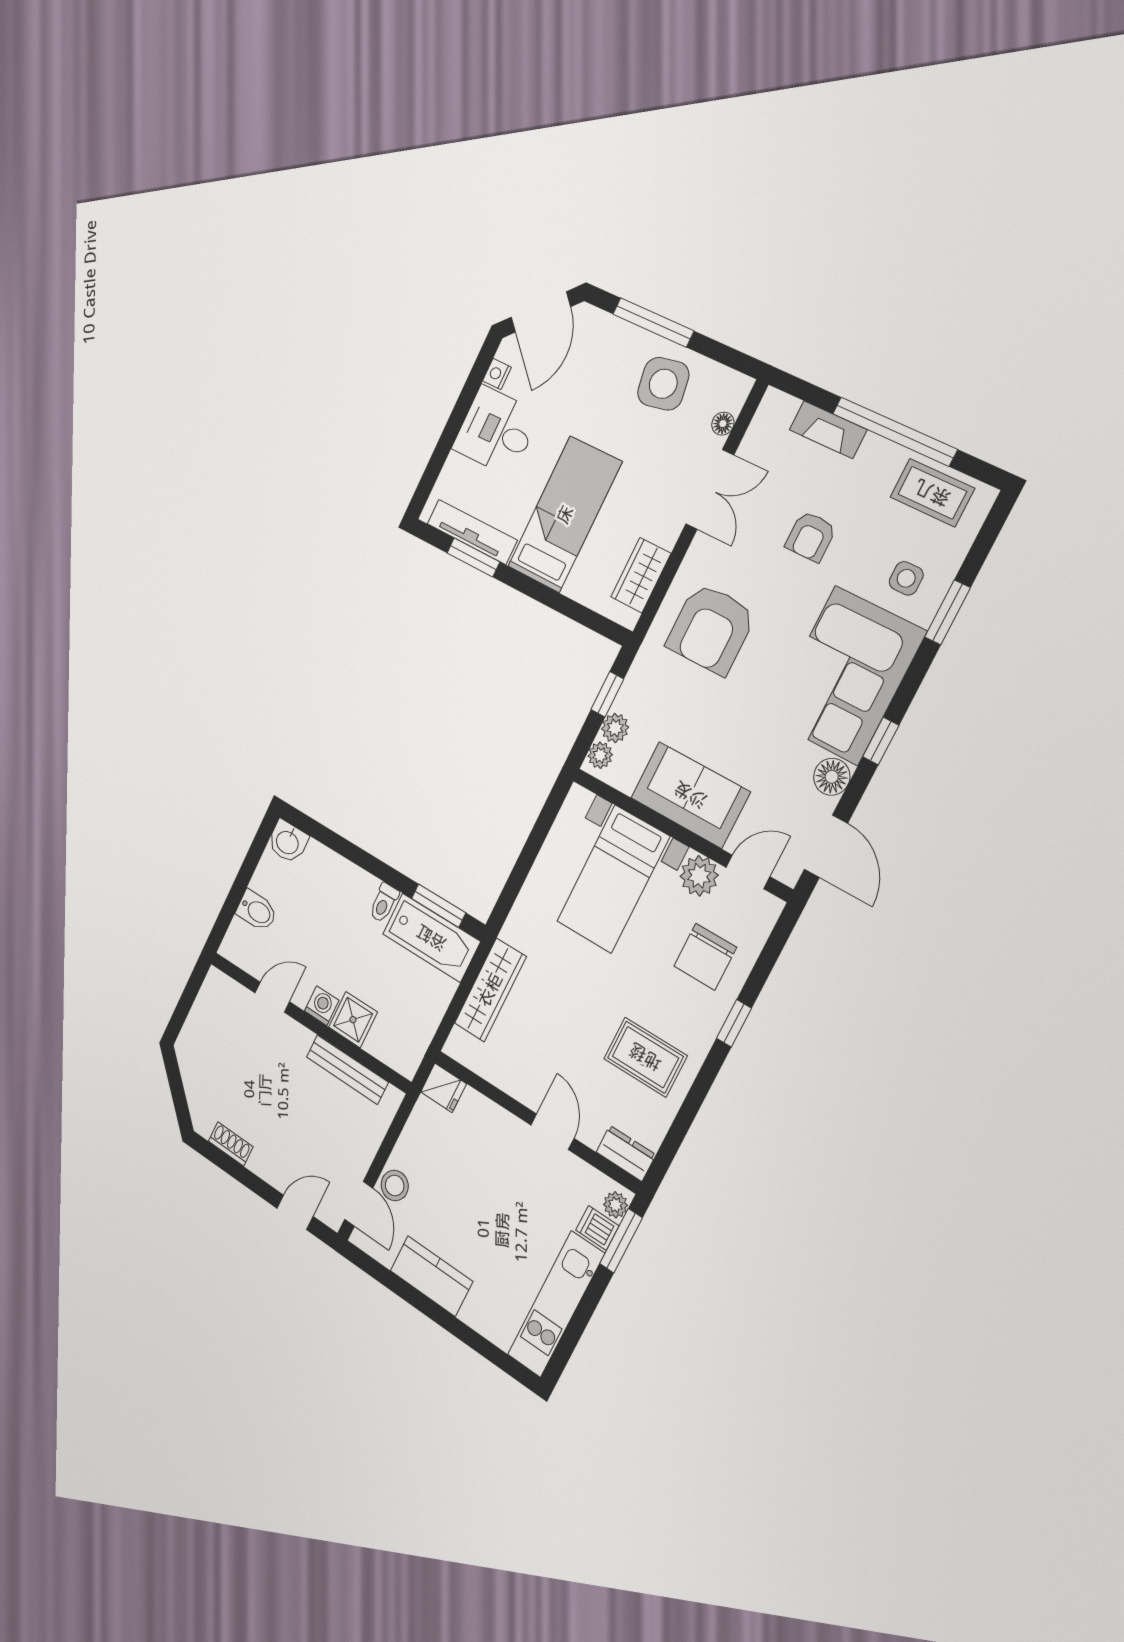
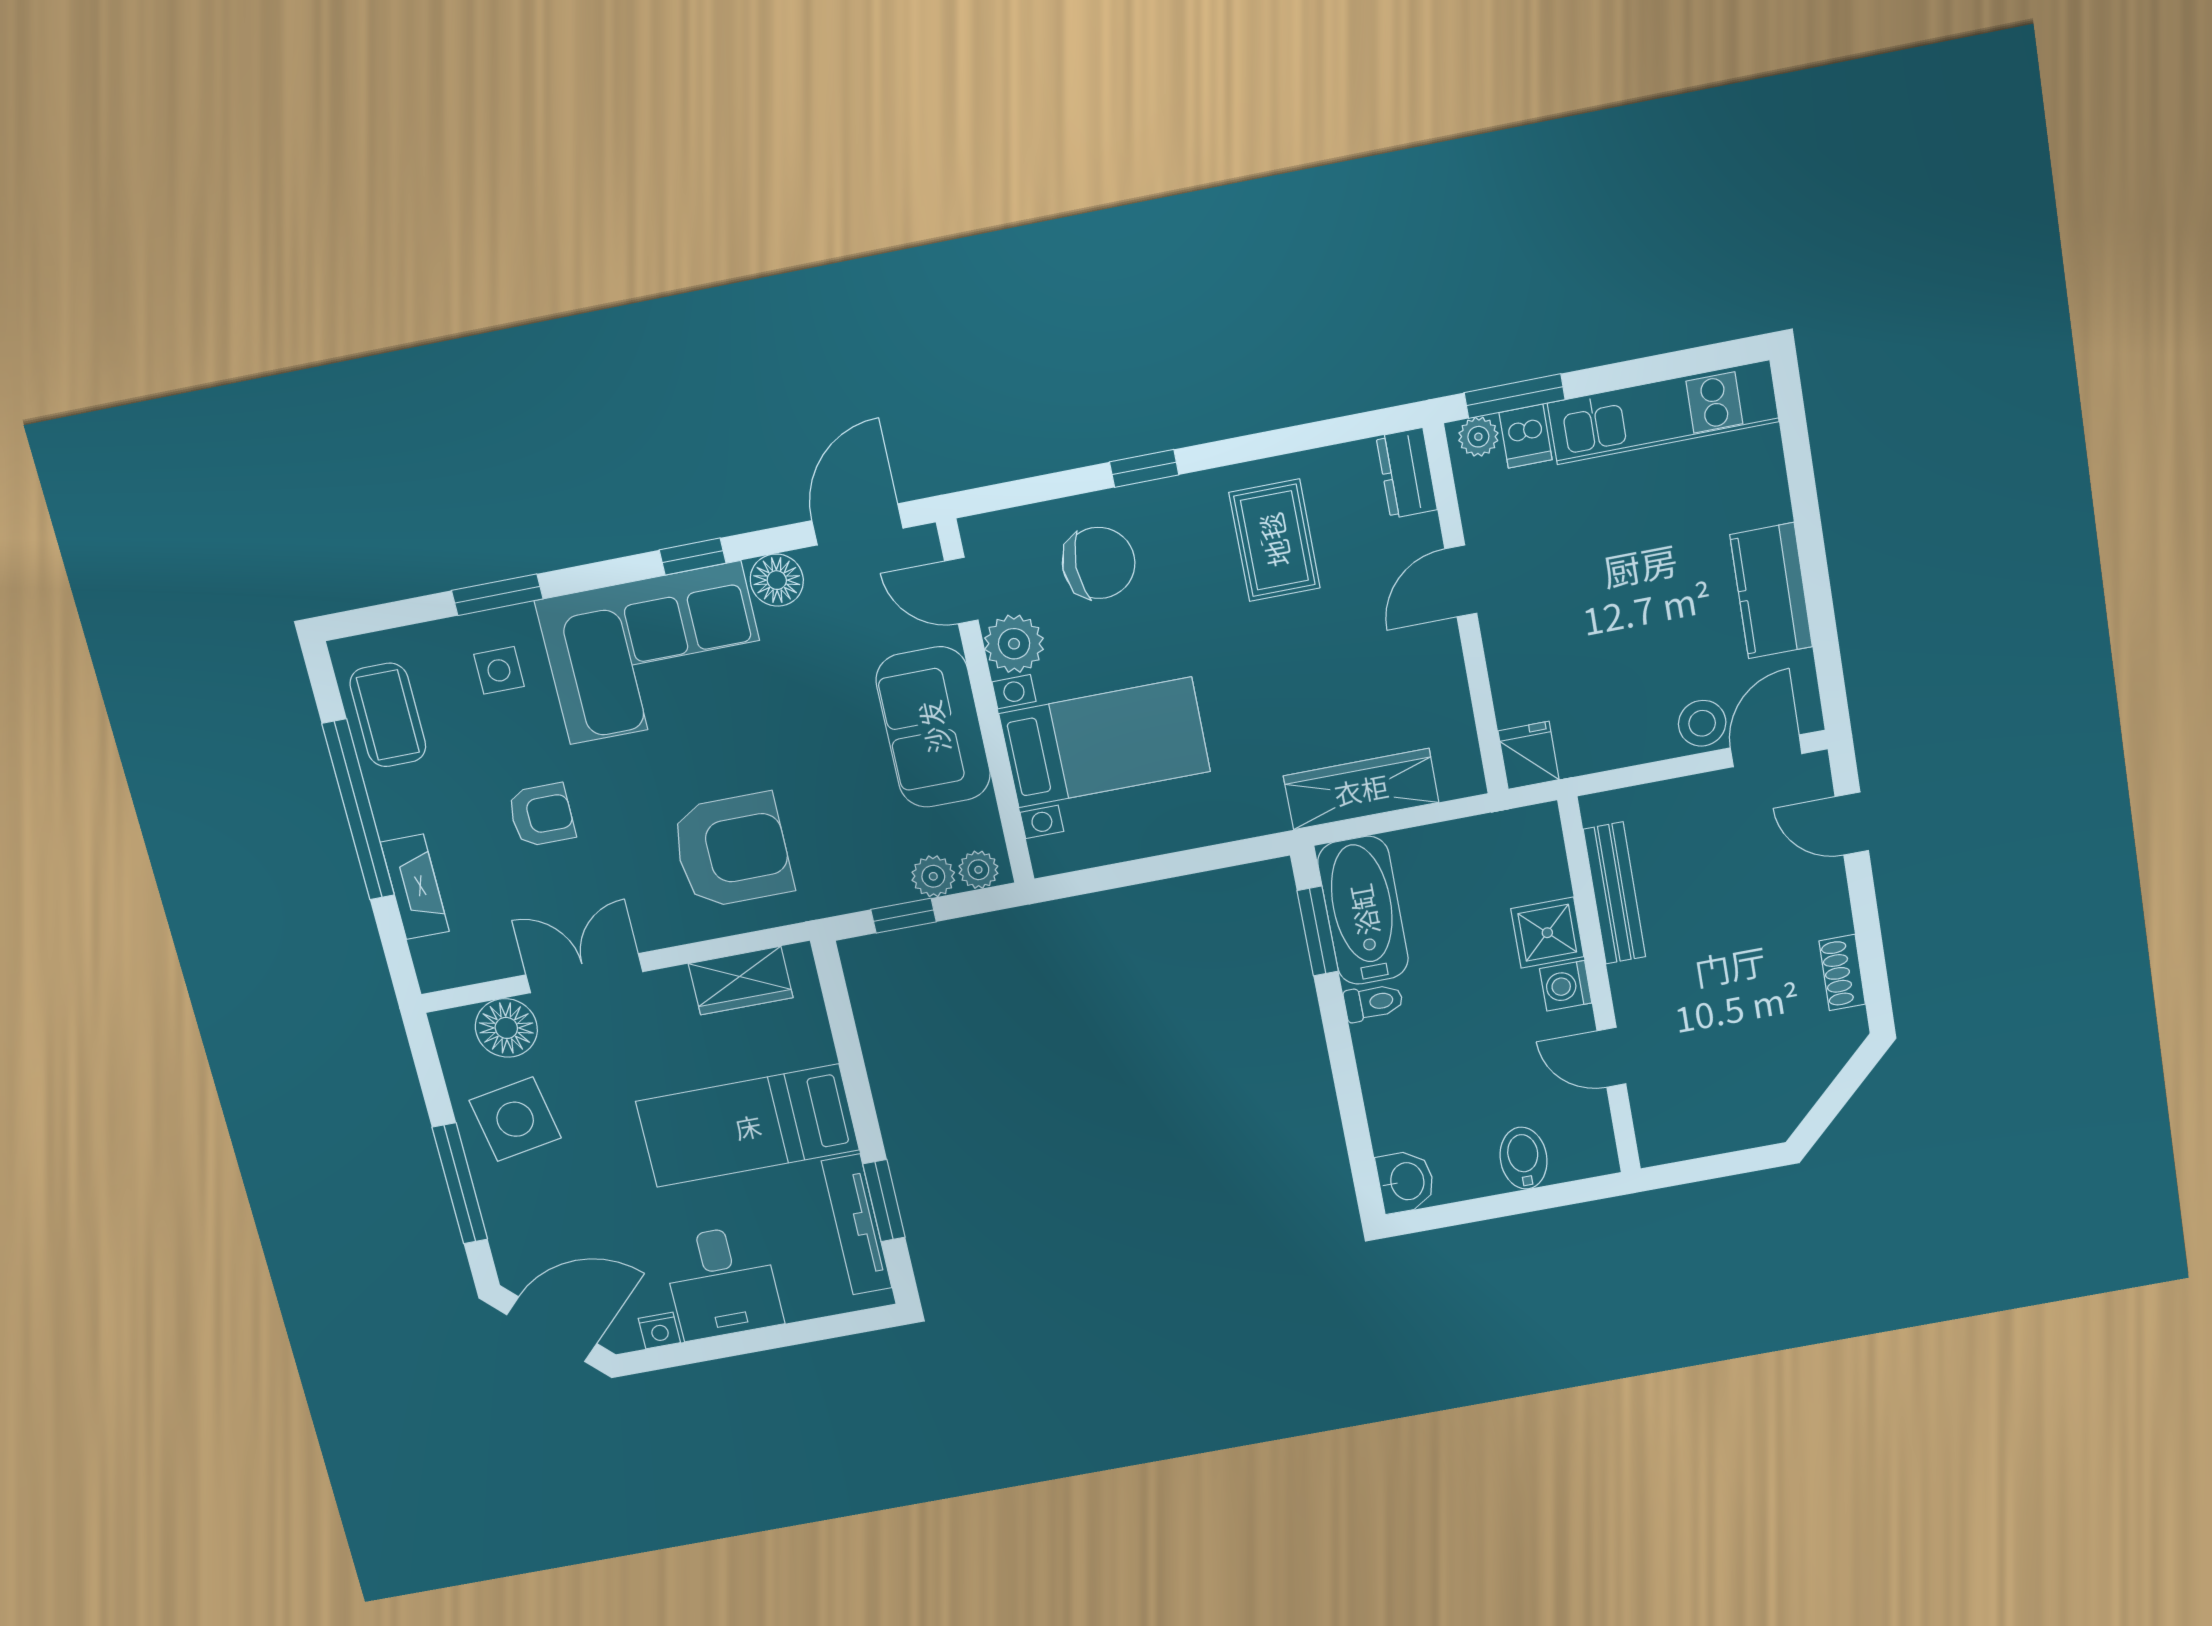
floor lamp: (723, 424) -> (506, 1028), width x1.89, depth x1.89

